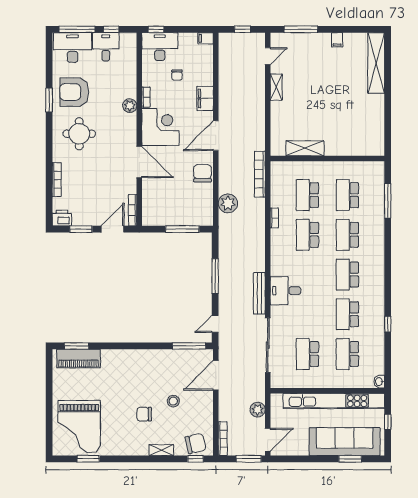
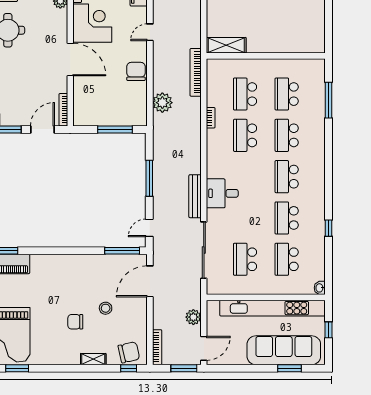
door: (216, 136) -> (150, 32), width x0.53
shelving: (305, 148) -> (226, 45), moved

